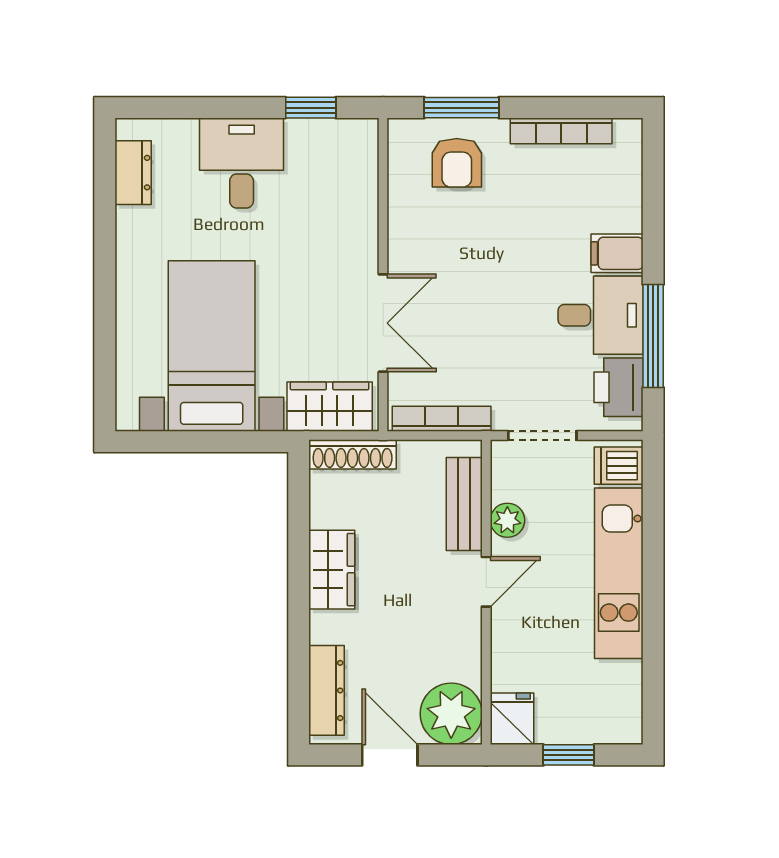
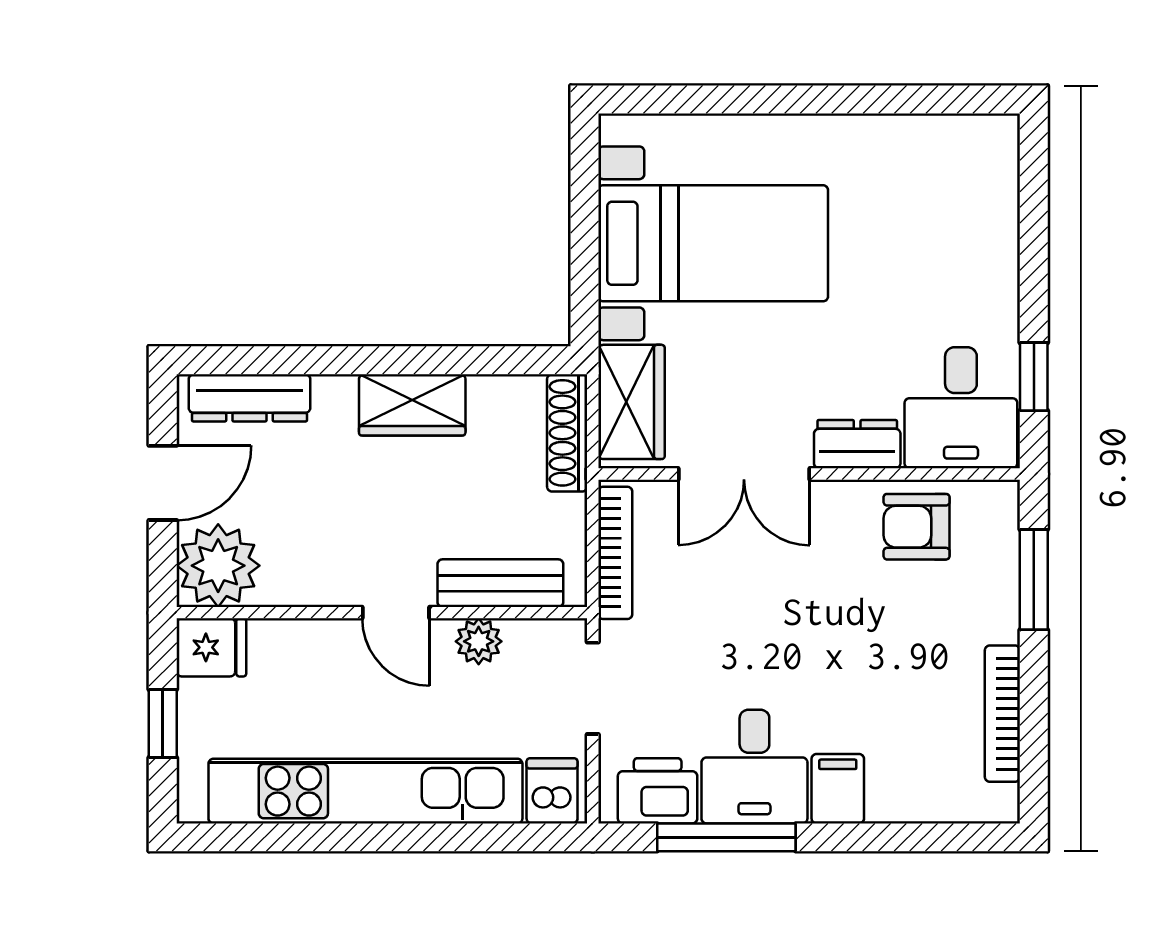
desk: (242, 163) -> (961, 408), moved, turned 90
armchair: (457, 163) -> (917, 527), moved
dresser: (133, 173) -> (857, 444), moved, turned 180
kitchen unit: (619, 573) -> (365, 791), width x1.36

